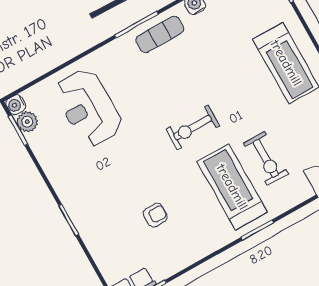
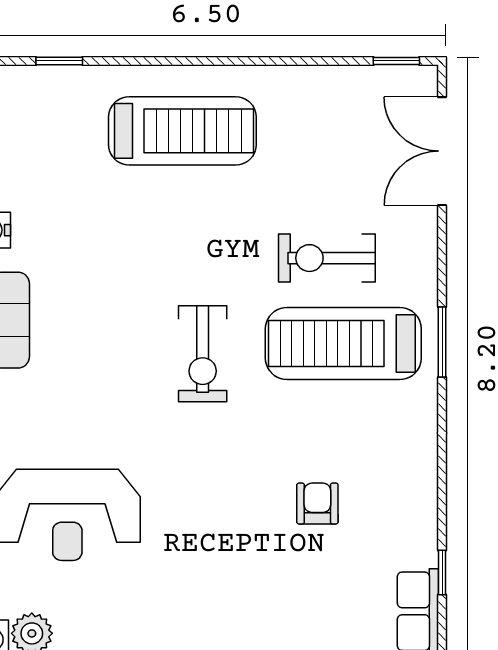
exercise bike: (266, 158) -> (327, 258), turned 180

